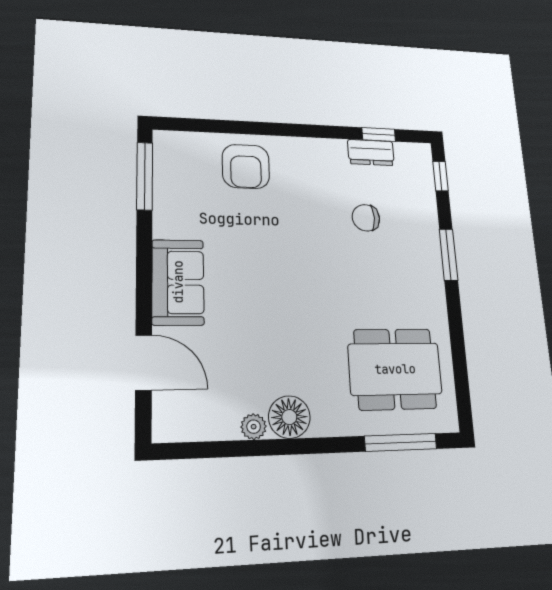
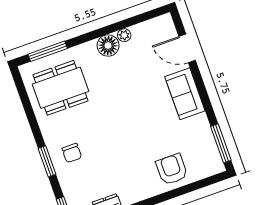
chair: (366, 218) -> (72, 153), moved, turned 90

